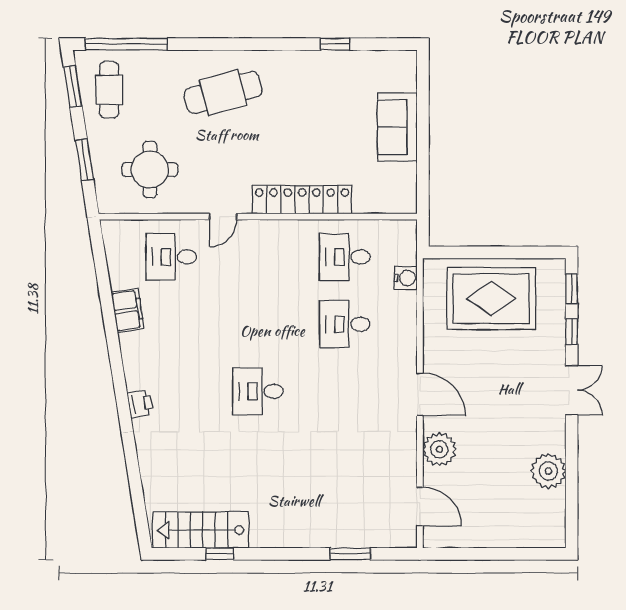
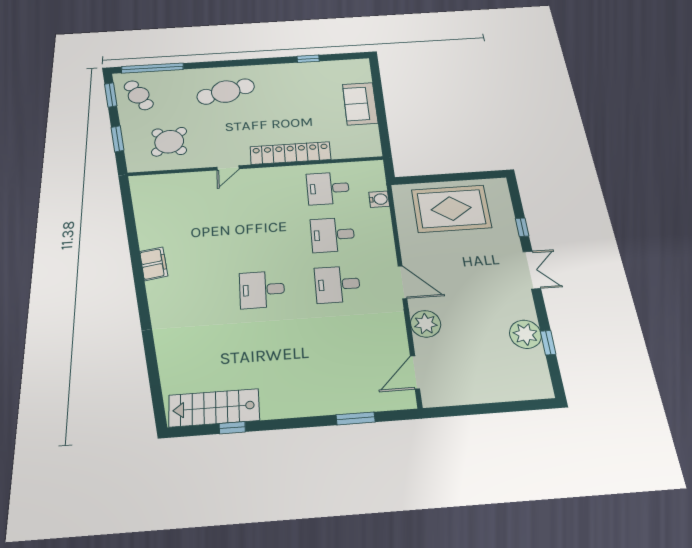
cafe table: (109, 90) -> (139, 95), turned -31
round table: (150, 170) -> (169, 142), turned 45
desk: (171, 257) -> (337, 284), moved
window: (572, 289) -> (548, 343), moved
filing cabinet: (128, 310) -> (154, 264), moved
printer: (140, 404) -> (159, 306), removed
door: (420, 507) -> (415, 372), swing flipped

